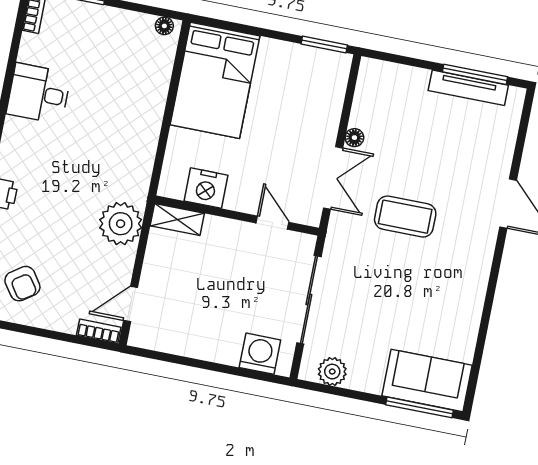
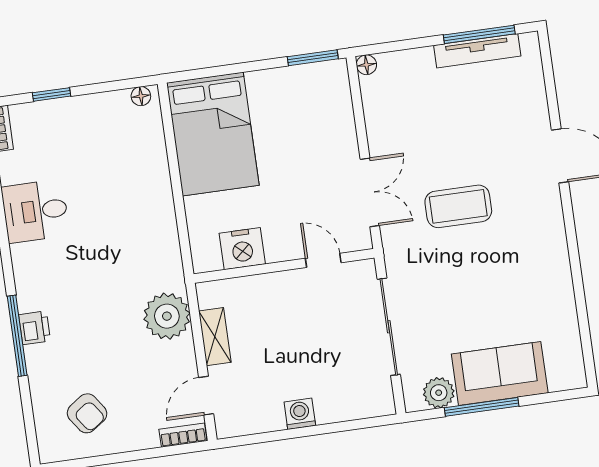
floor lamp: (354, 138) -> (366, 65), moved
shelving: (177, 219) -> (215, 337), moved, turned 90
washing machine: (260, 354) -> (300, 414), moved, width x0.73, depth x0.73
sofa: (427, 380) -> (500, 374), moved
window: (419, 407) -> (482, 407), moved

